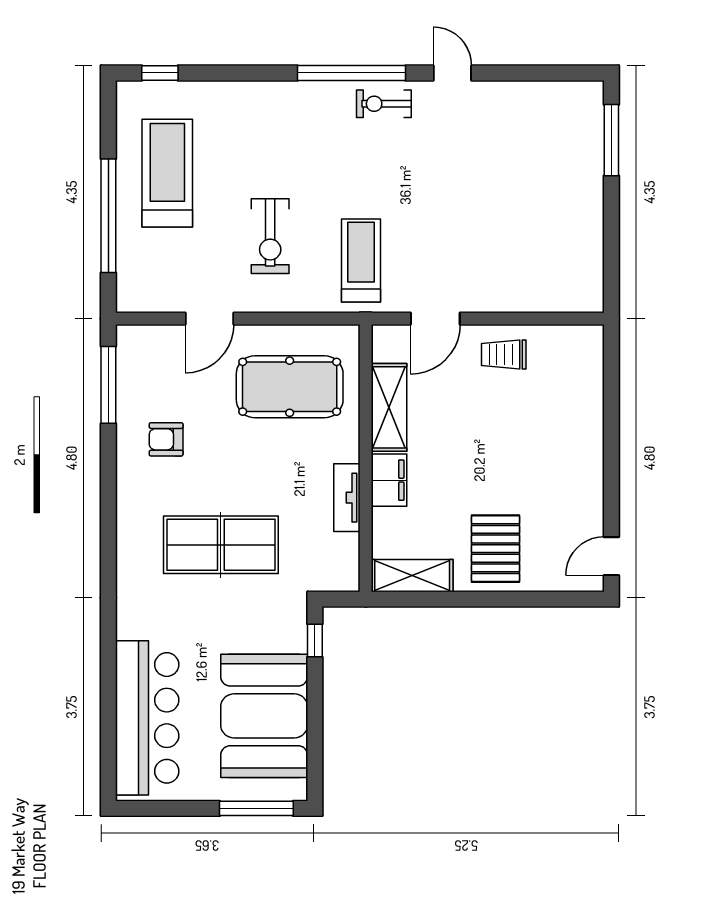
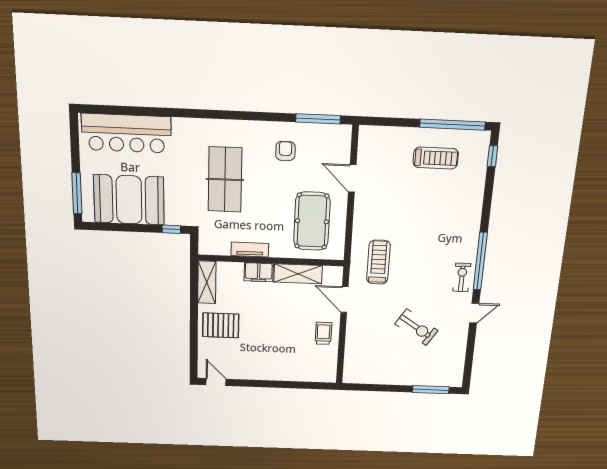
treadmill: (167, 173) -> (436, 158), width x0.73, depth x0.73
window: (108, 216) -> (452, 125), moved
exercise bike: (270, 236) -> (416, 327), moved, turned -147
treadmill: (361, 261) -> (378, 262), turned -90

